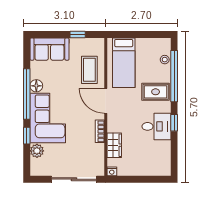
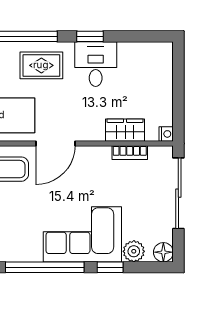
floor lamp: (36, 86) -> (163, 252), moved
rug: (156, 92) -> (41, 65), turned 90
bookcase: (100, 131) -> (130, 153), moved

